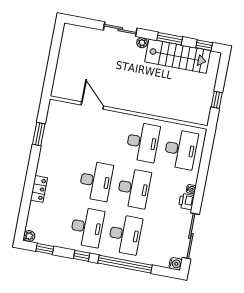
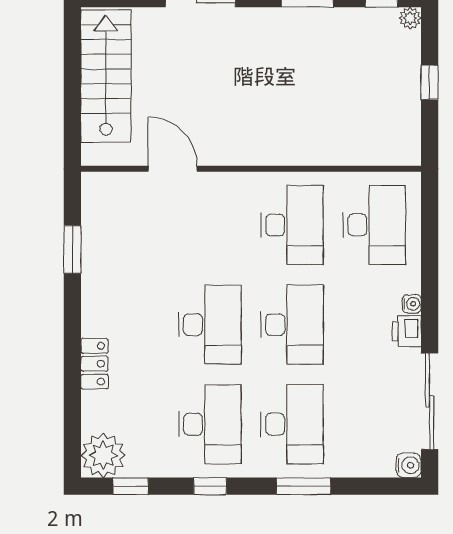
plant: (142, 43) -> (410, 18), moved
stairs: (178, 56) -> (106, 76), moved, turned -90
window: (217, 100) -> (430, 82), moved
plant: (29, 236) -> (103, 455), width x1.87, depth x1.87
window: (125, 264) -> (304, 486), width x0.47

